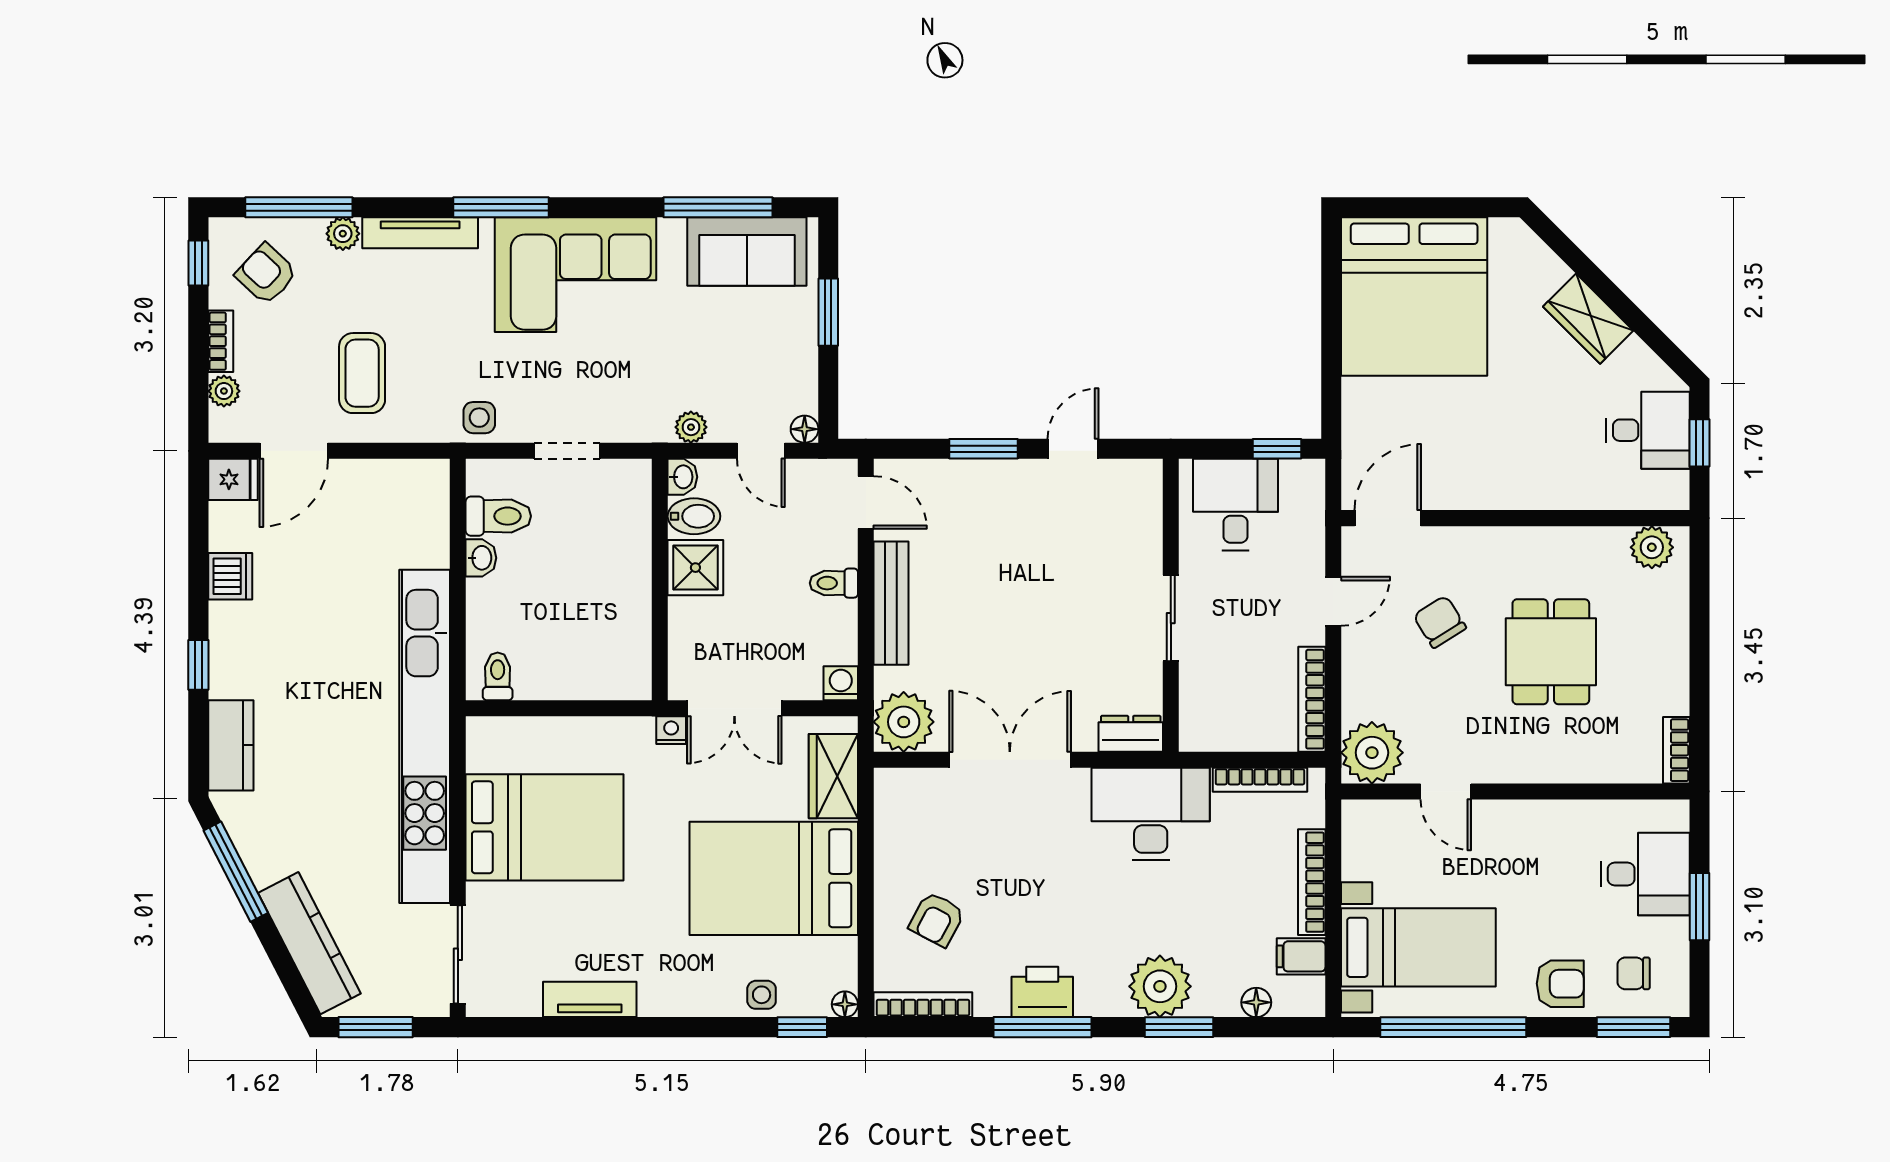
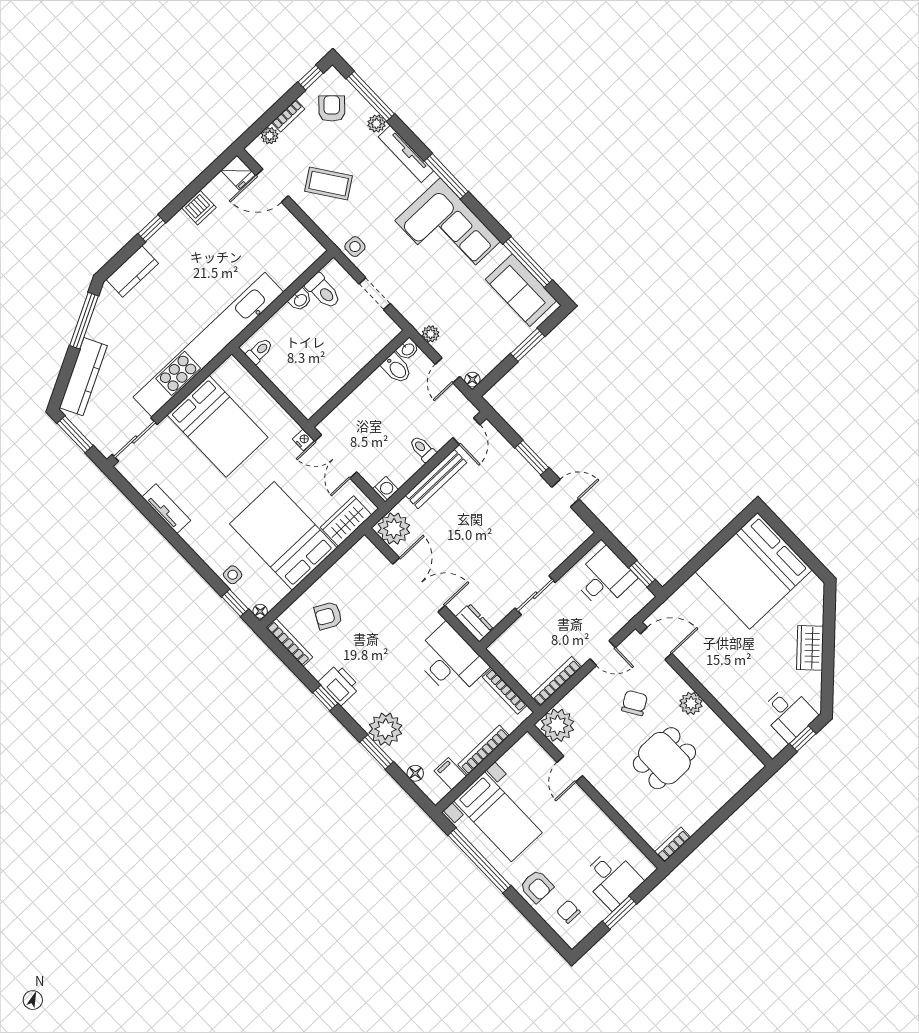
coffee table: (362, 373) -> (329, 184), turned 55
plant: (1652, 547) -> (691, 703), moved
shower: (695, 568) -> (377, 388), removed
window: (1042, 1027) -> (325, 698), width x0.46
window: (1634, 1027) -> (547, 932), removed

